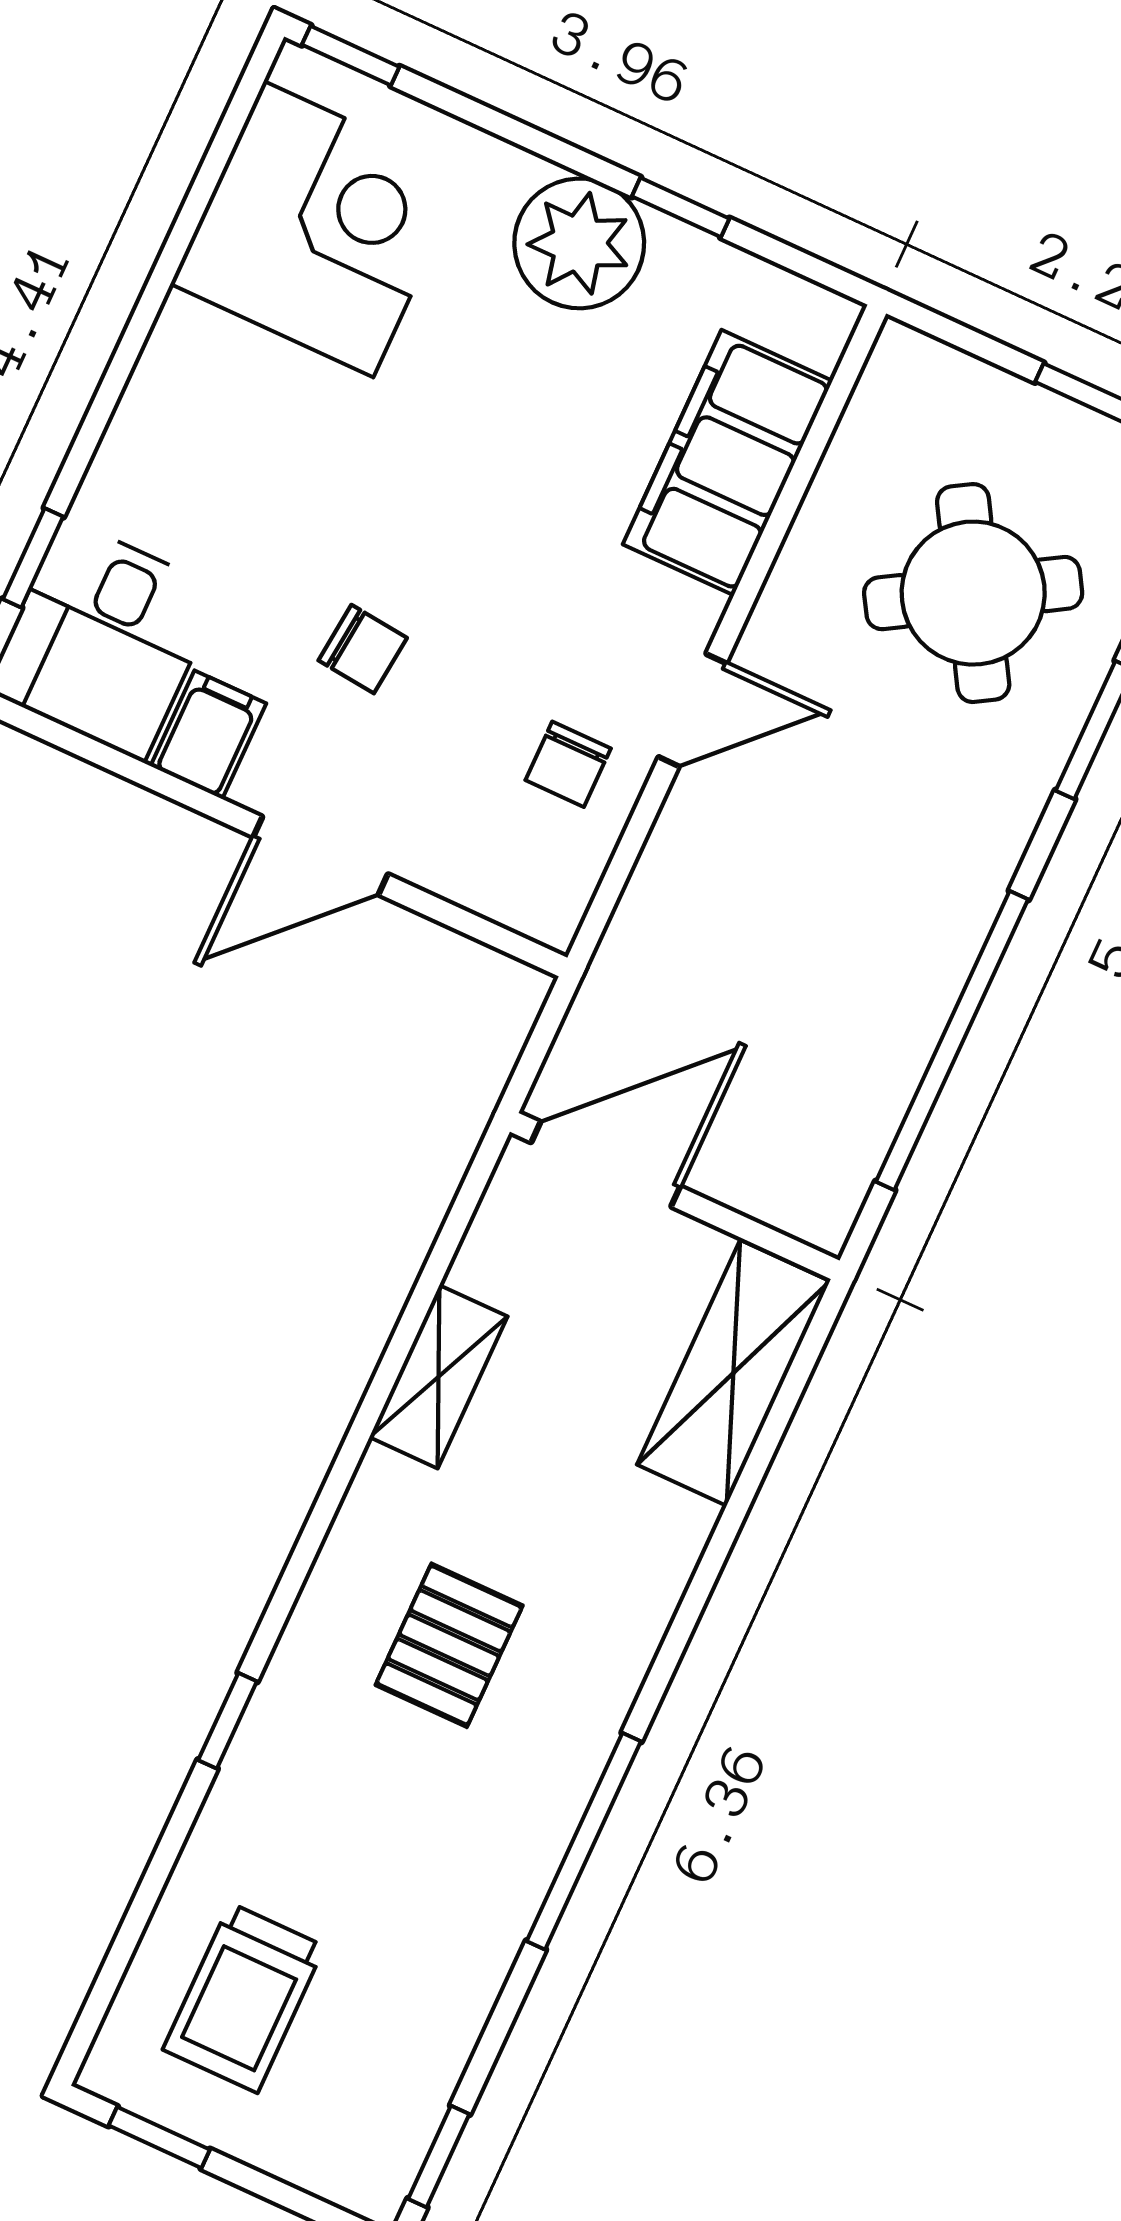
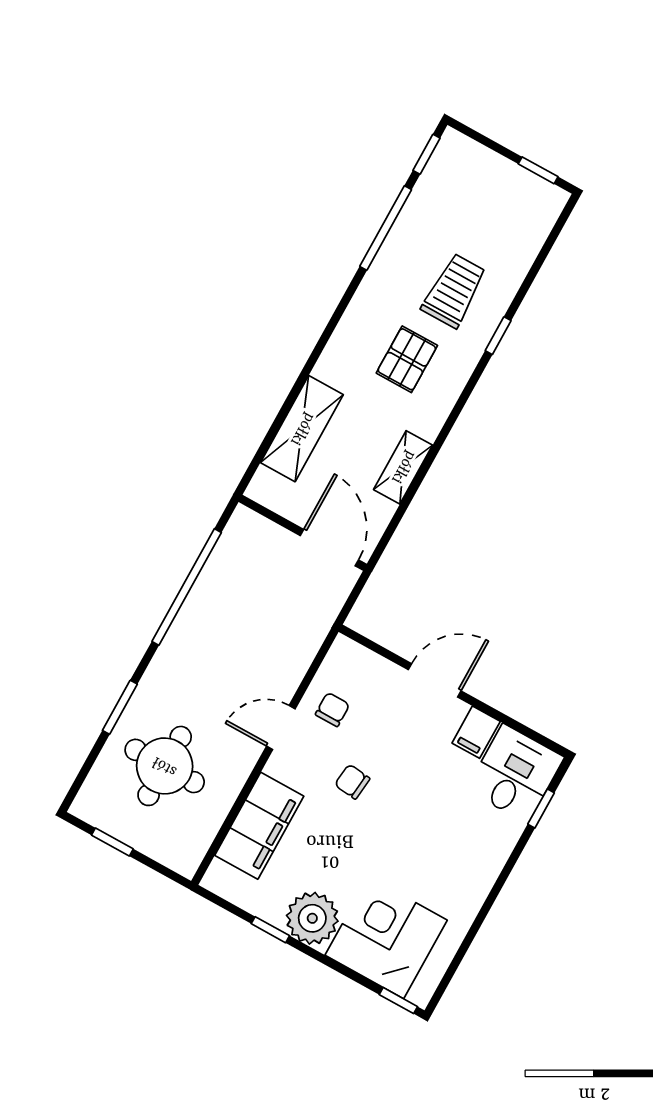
corner desk: (318, 229) -> (386, 938), moved, turned 90
round table: (973, 593) -> (165, 766), turned 31
chair: (363, 649) -> (352, 782), moved
door: (606, 1164) -> (329, 548), swing flipped
shelving: (733, 1373) -> (302, 429), moved
window: (584, 1841) -> (386, 228), moved
trolley: (244, 1998) -> (454, 291), moved

